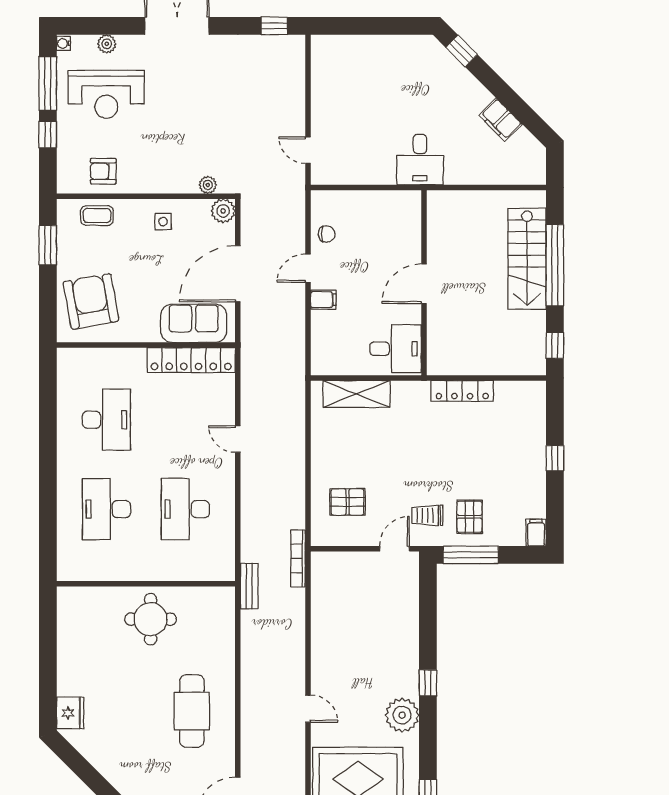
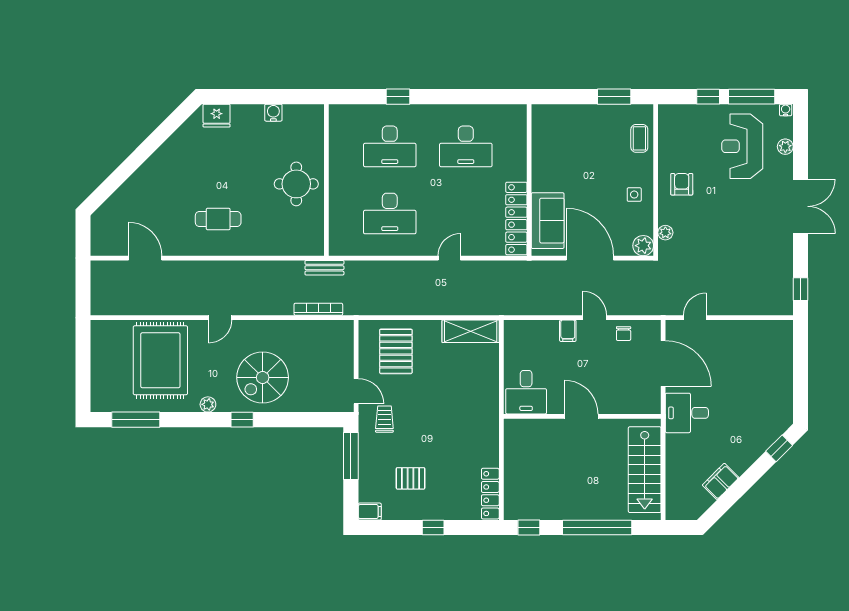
armchair: (103, 171) -> (682, 184), moved
door: (362, 187) -> (663, 364), added
stairs: (527, 259) -> (645, 470), moved, turned -90
armchair: (91, 301) -> (566, 133), removed
locker: (462, 391) -> (490, 494), moved
shelving: (356, 394) -> (471, 331), moved, turned 90
window: (48, 499) -> (398, 97), added
pallet: (347, 502) -> (396, 351), width x1.50, depth x1.42
desk: (106, 509) -> (390, 146), turned 180
desk: (185, 509) -> (390, 213), turned 180
pallet: (469, 517) -> (411, 478), moved
bookcase: (298, 558) -> (318, 309), moved
water cooler: (67, 646) -> (273, 113), added
spiral stairs: (378, 659) -> (263, 377), added
cafe table: (192, 711) -> (218, 219), width x0.73, depth x0.74
plant: (402, 715) -> (208, 404), width x0.53, depth x0.53

